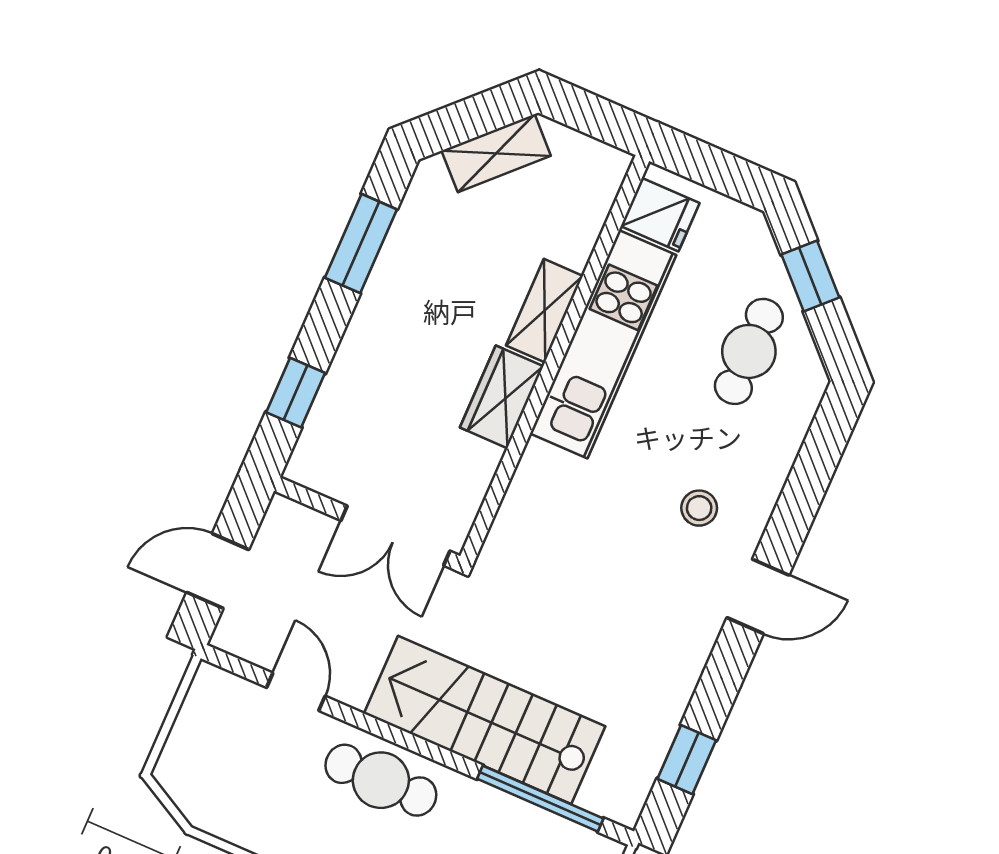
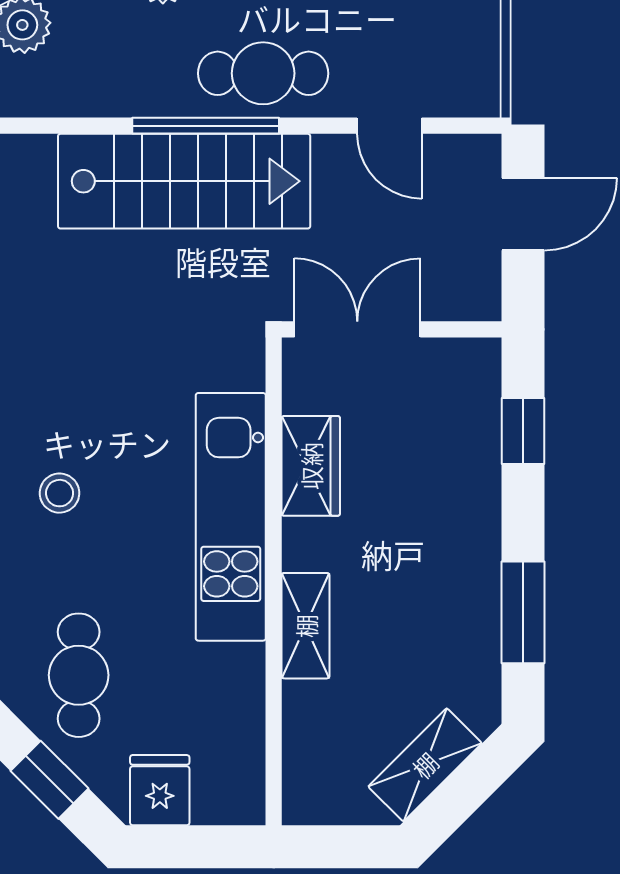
fridge: (660, 215) -> (160, 790), moved, turned 90
kitchen unit: (603, 344) -> (231, 517), moved
wardrobe: (502, 397) -> (311, 466), moved
window: (540, 799) -> (206, 126), moved

